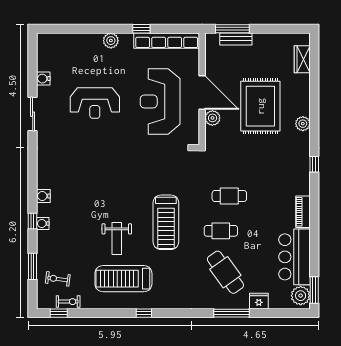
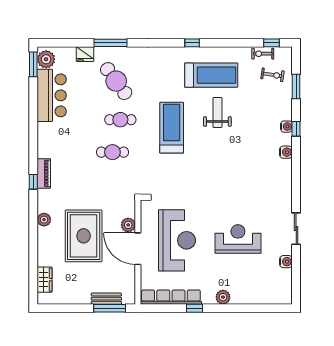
piano: (303, 212) -> (44, 173), moved

